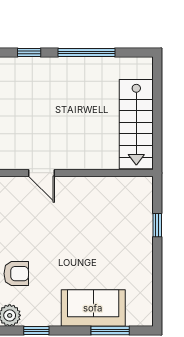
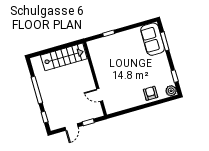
door: (42, 173) -> (100, 95), swing flipped
sofa: (93, 308) -> (153, 39), moved

